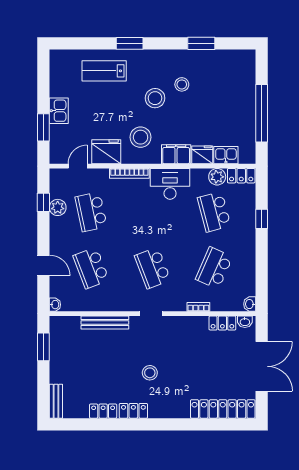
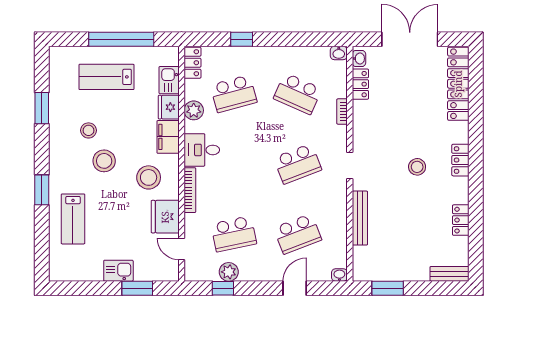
lab bench: (229, 100) -> (106, 77), added
plant: (217, 177) -> (194, 110), moved
desk: (170, 184) -> (202, 150), width x0.73
locker: (133, 411) -> (460, 160), moved

